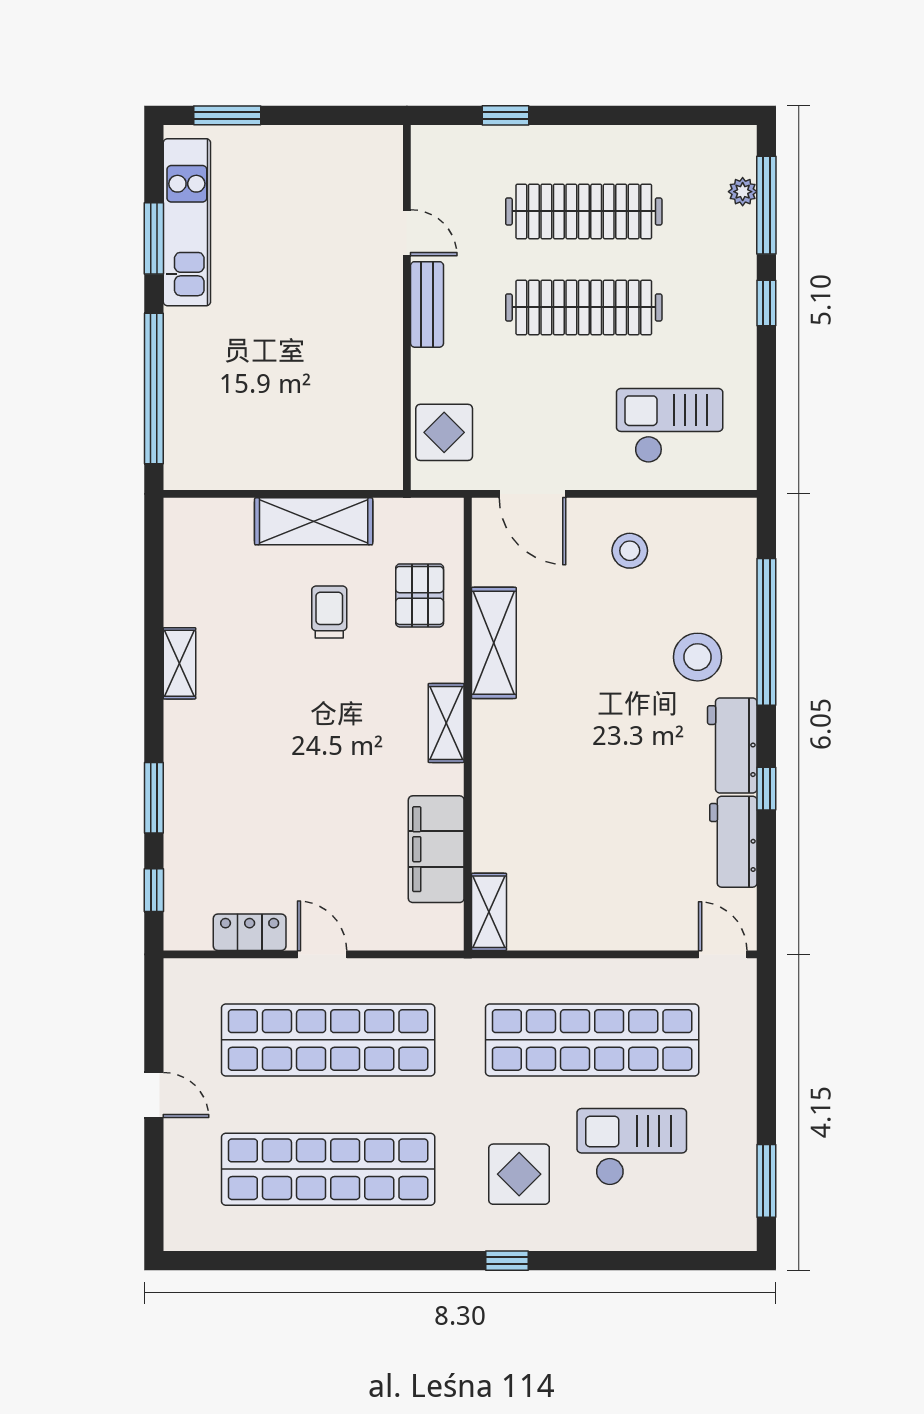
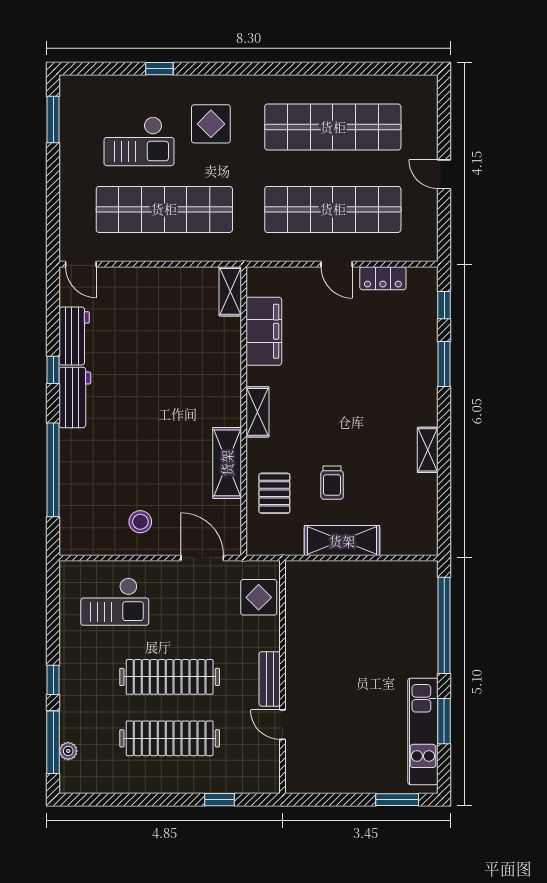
stool: (698, 657) -> (97, 454), removed
window: (507, 1261) -> (159, 69), moved

